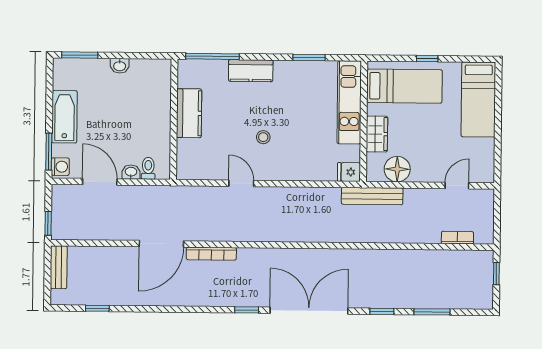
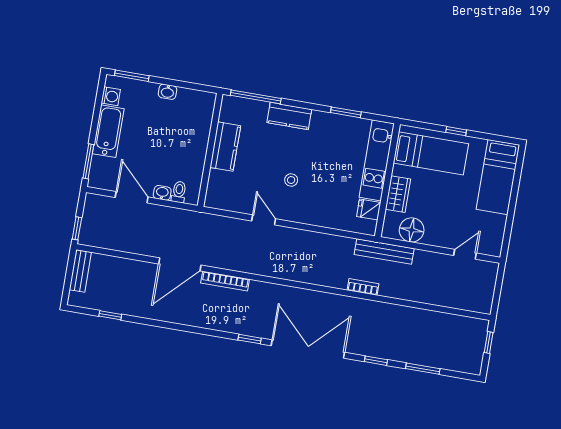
washing machine: (60, 167) -> (111, 96), moved
fridge: (349, 172) -> (369, 210), moved
bookcase: (457, 238) -> (363, 287), moved

